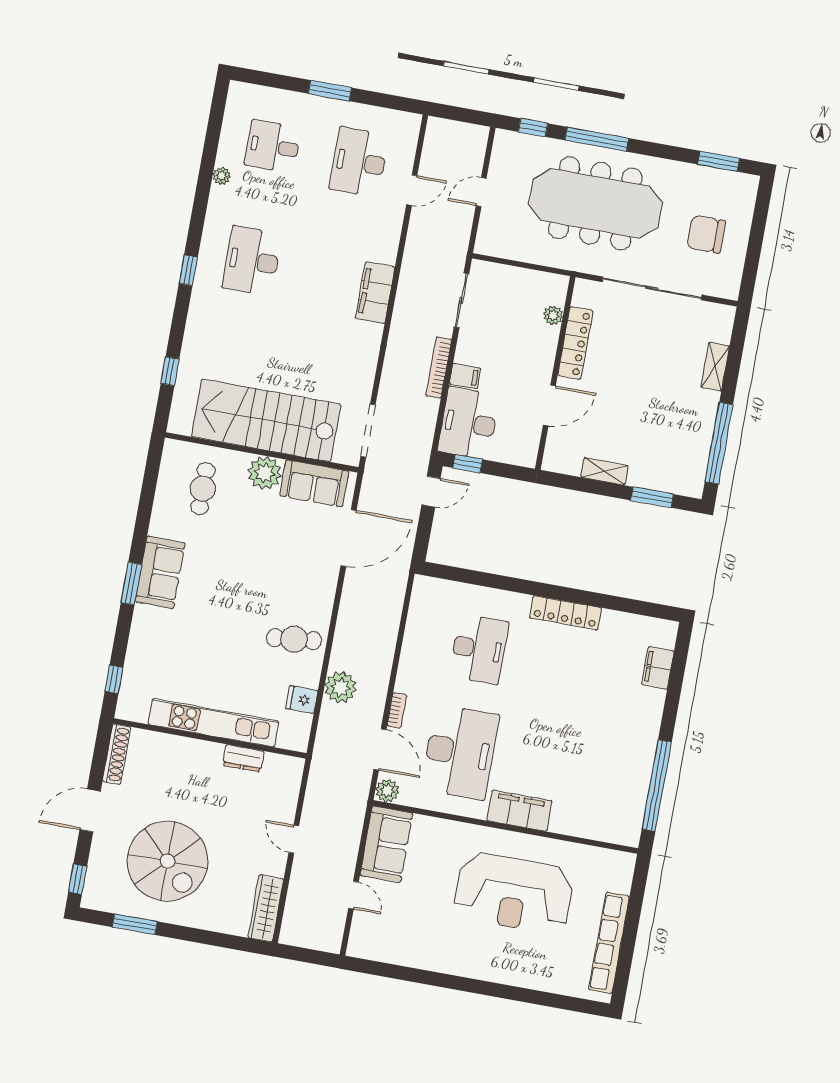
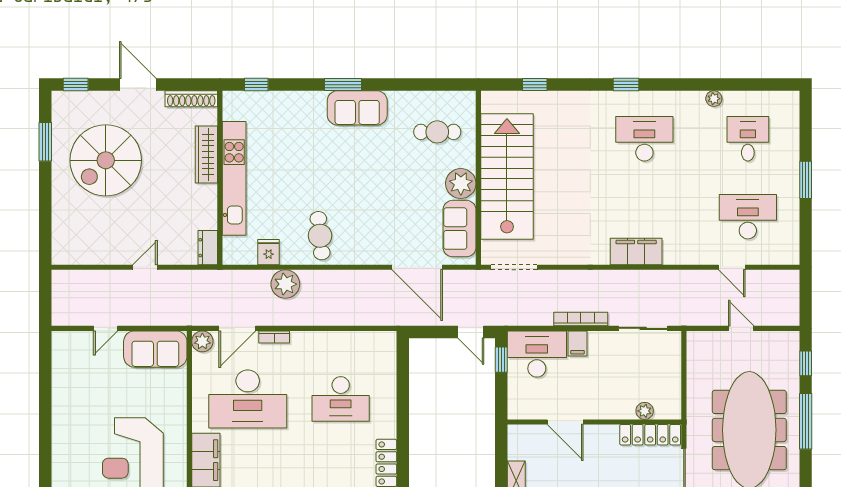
locker: (575, 343) -> (650, 435), moved
dresser: (243, 758) -> (208, 248), moved
wardrobe: (266, 908) -> (206, 155), moved, turned -90

